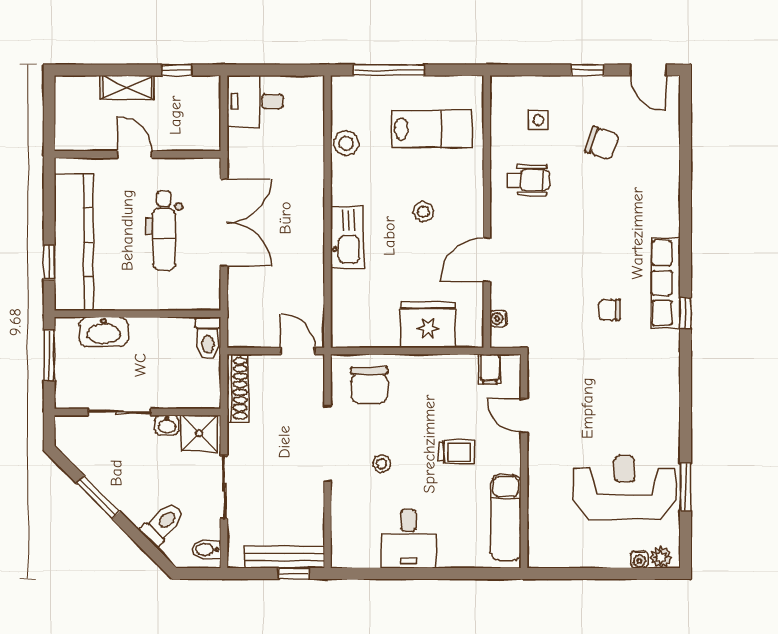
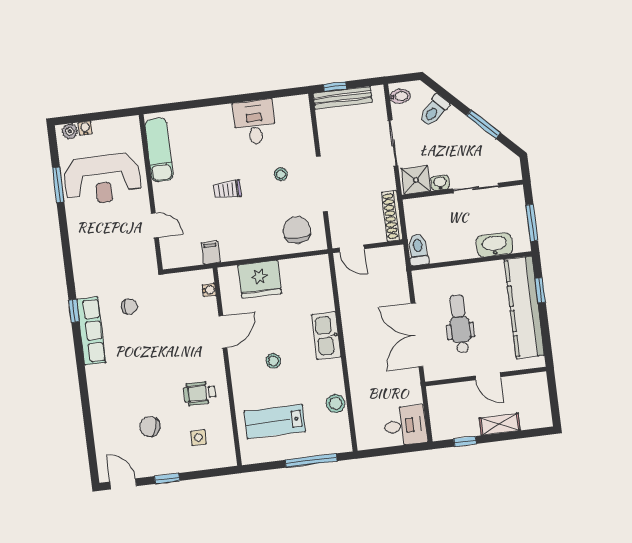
door: (524, 416) -> (155, 225), moved
wall: (524, 461) -> (151, 192), moved
exam couch: (506, 517) -> (159, 150), moved

